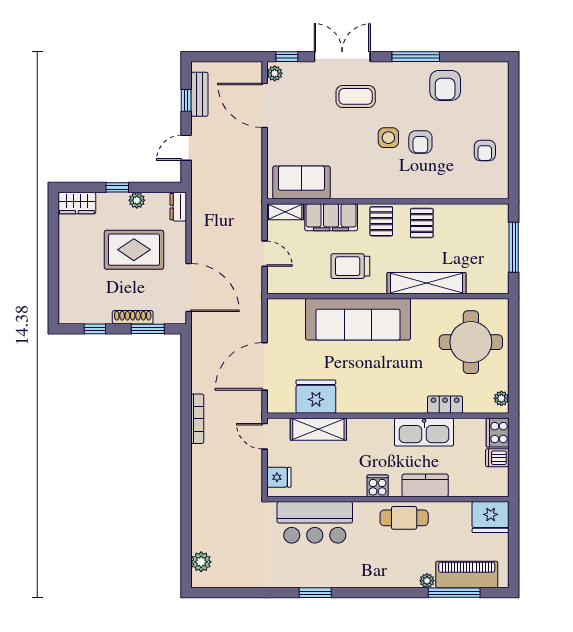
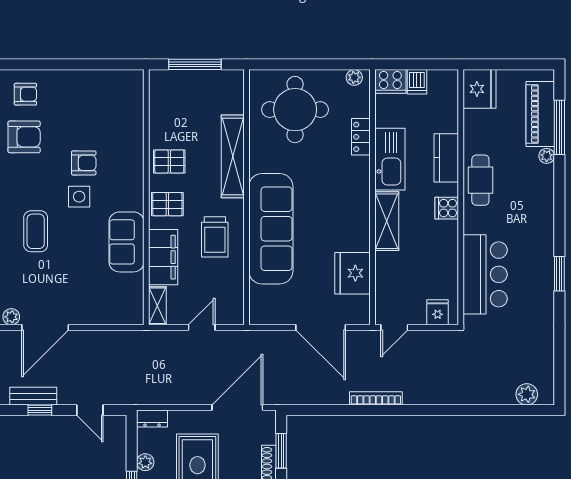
armchair: (485, 151) -> (25, 94), moved
sofa: (301, 182) -> (126, 242), moved
shelving: (318, 429) -> (387, 221), moved

